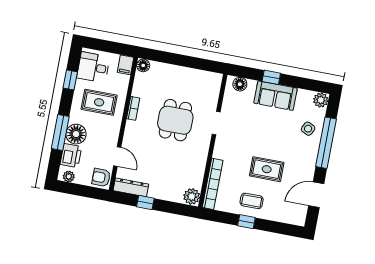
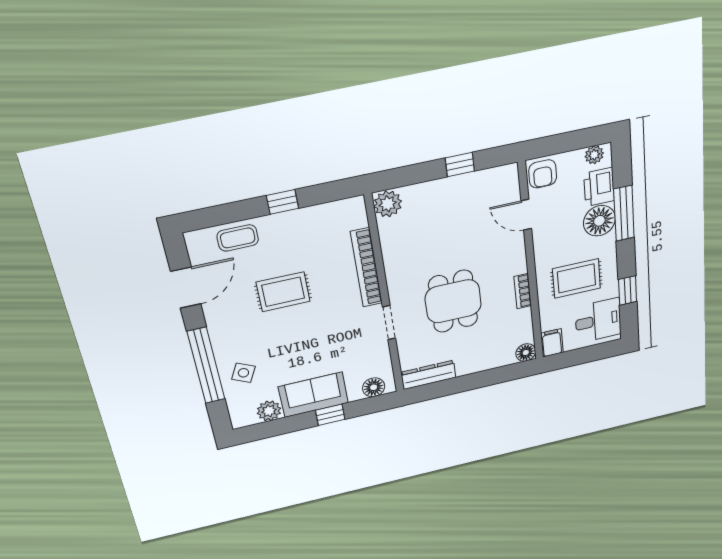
plant: (321, 100) -> (269, 411), moved
armchair: (101, 177) -> (543, 174), turned 90
bookcase: (213, 184) -> (366, 268), moved
dresser: (131, 187) -> (428, 375), moved, turned 180
coffee table: (252, 201) -> (238, 238), moved

